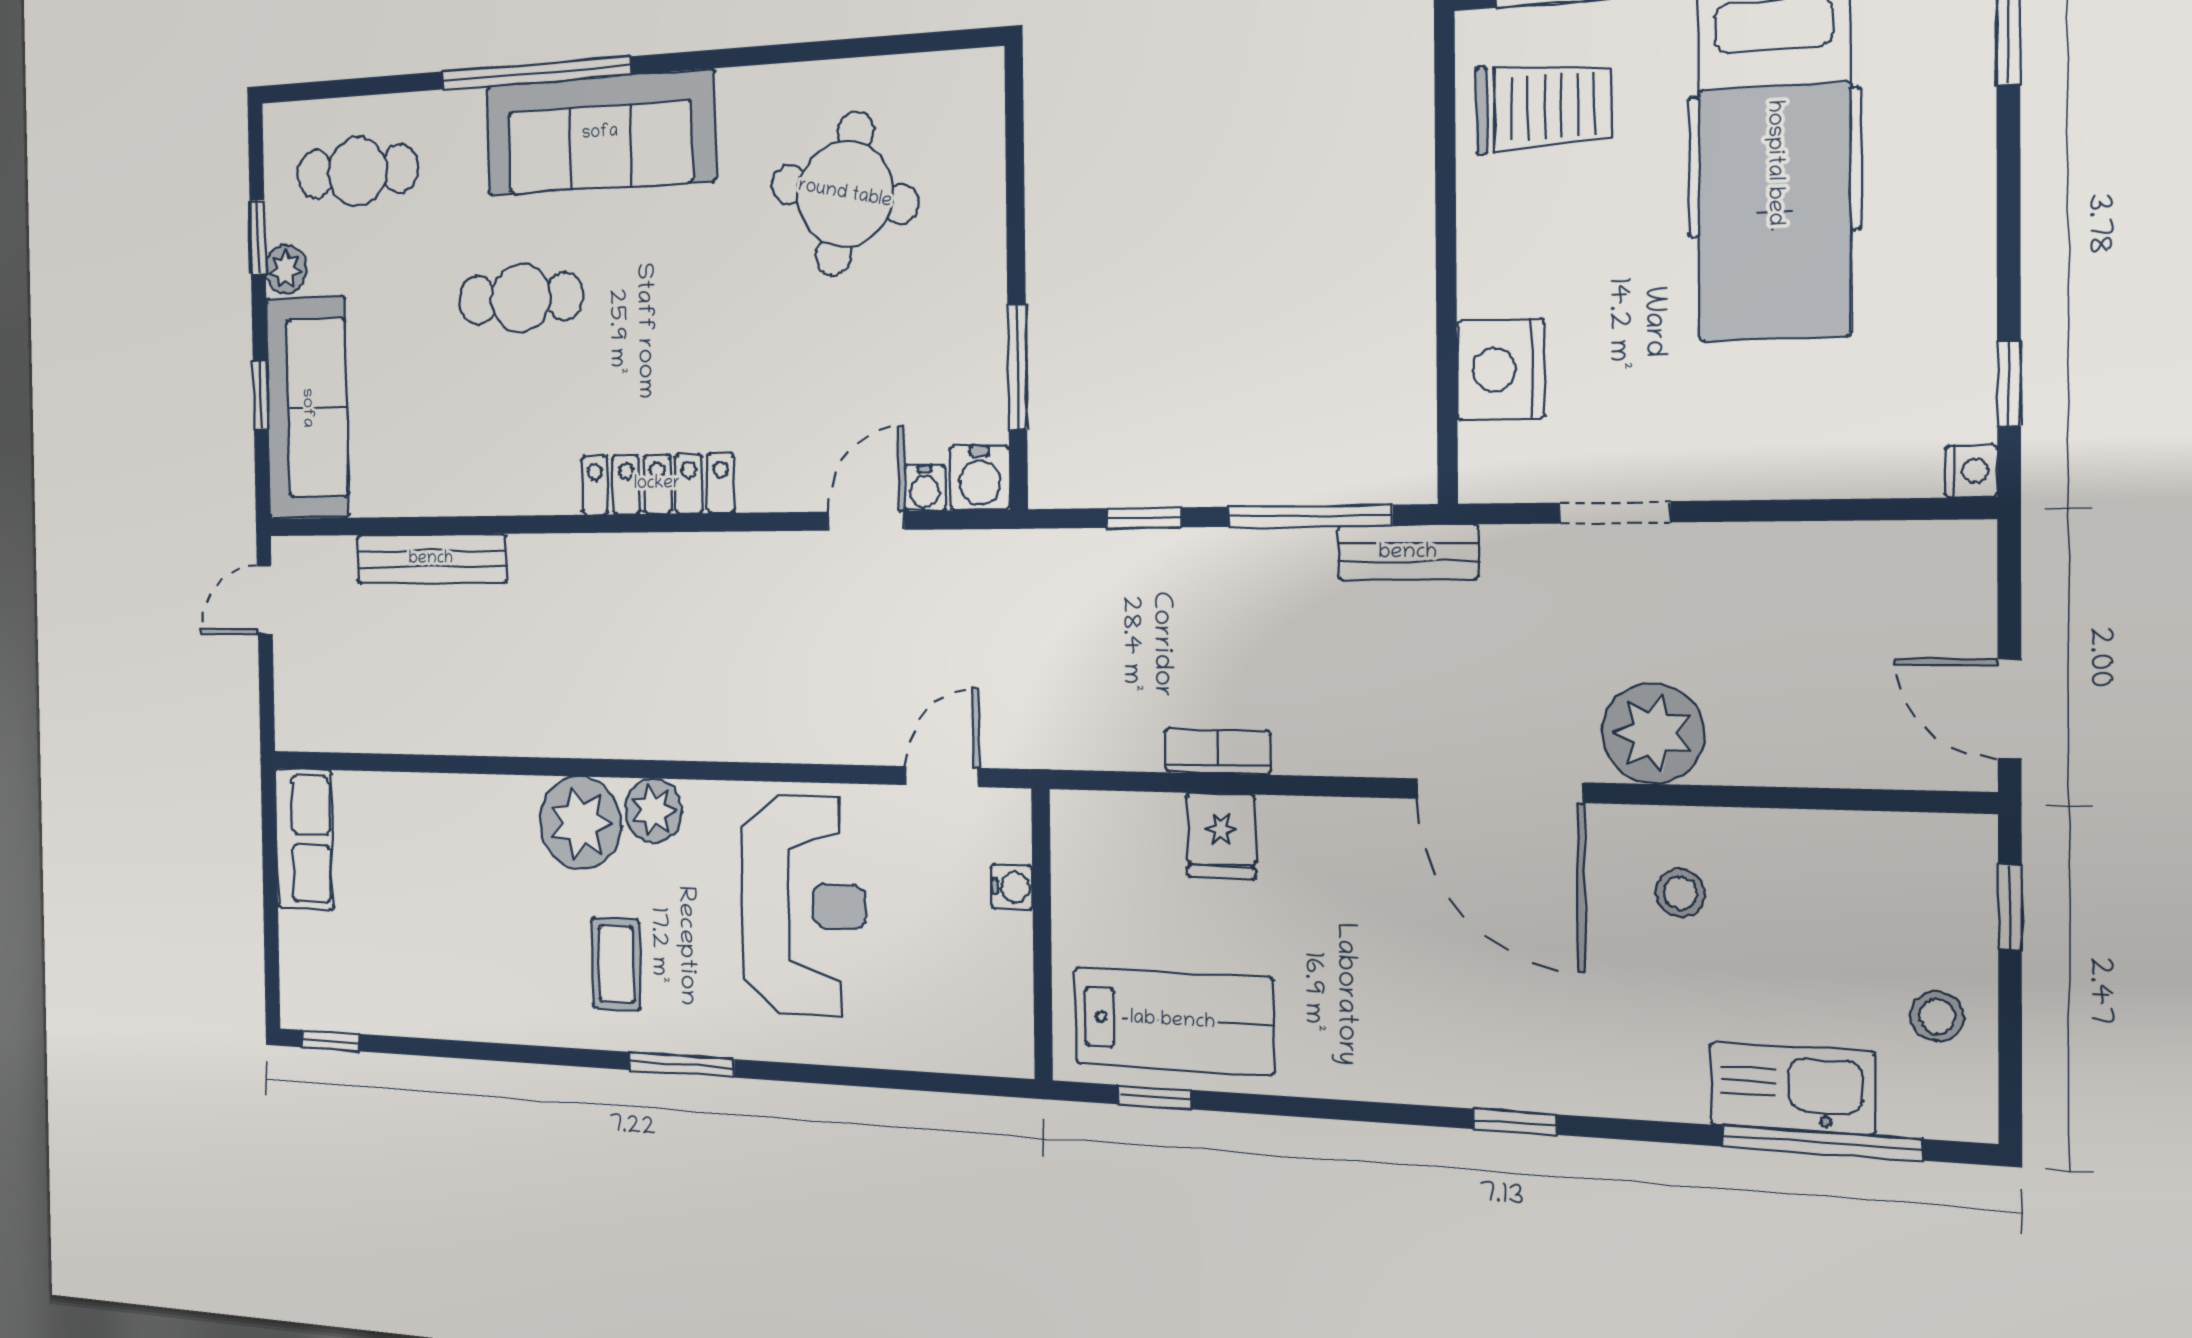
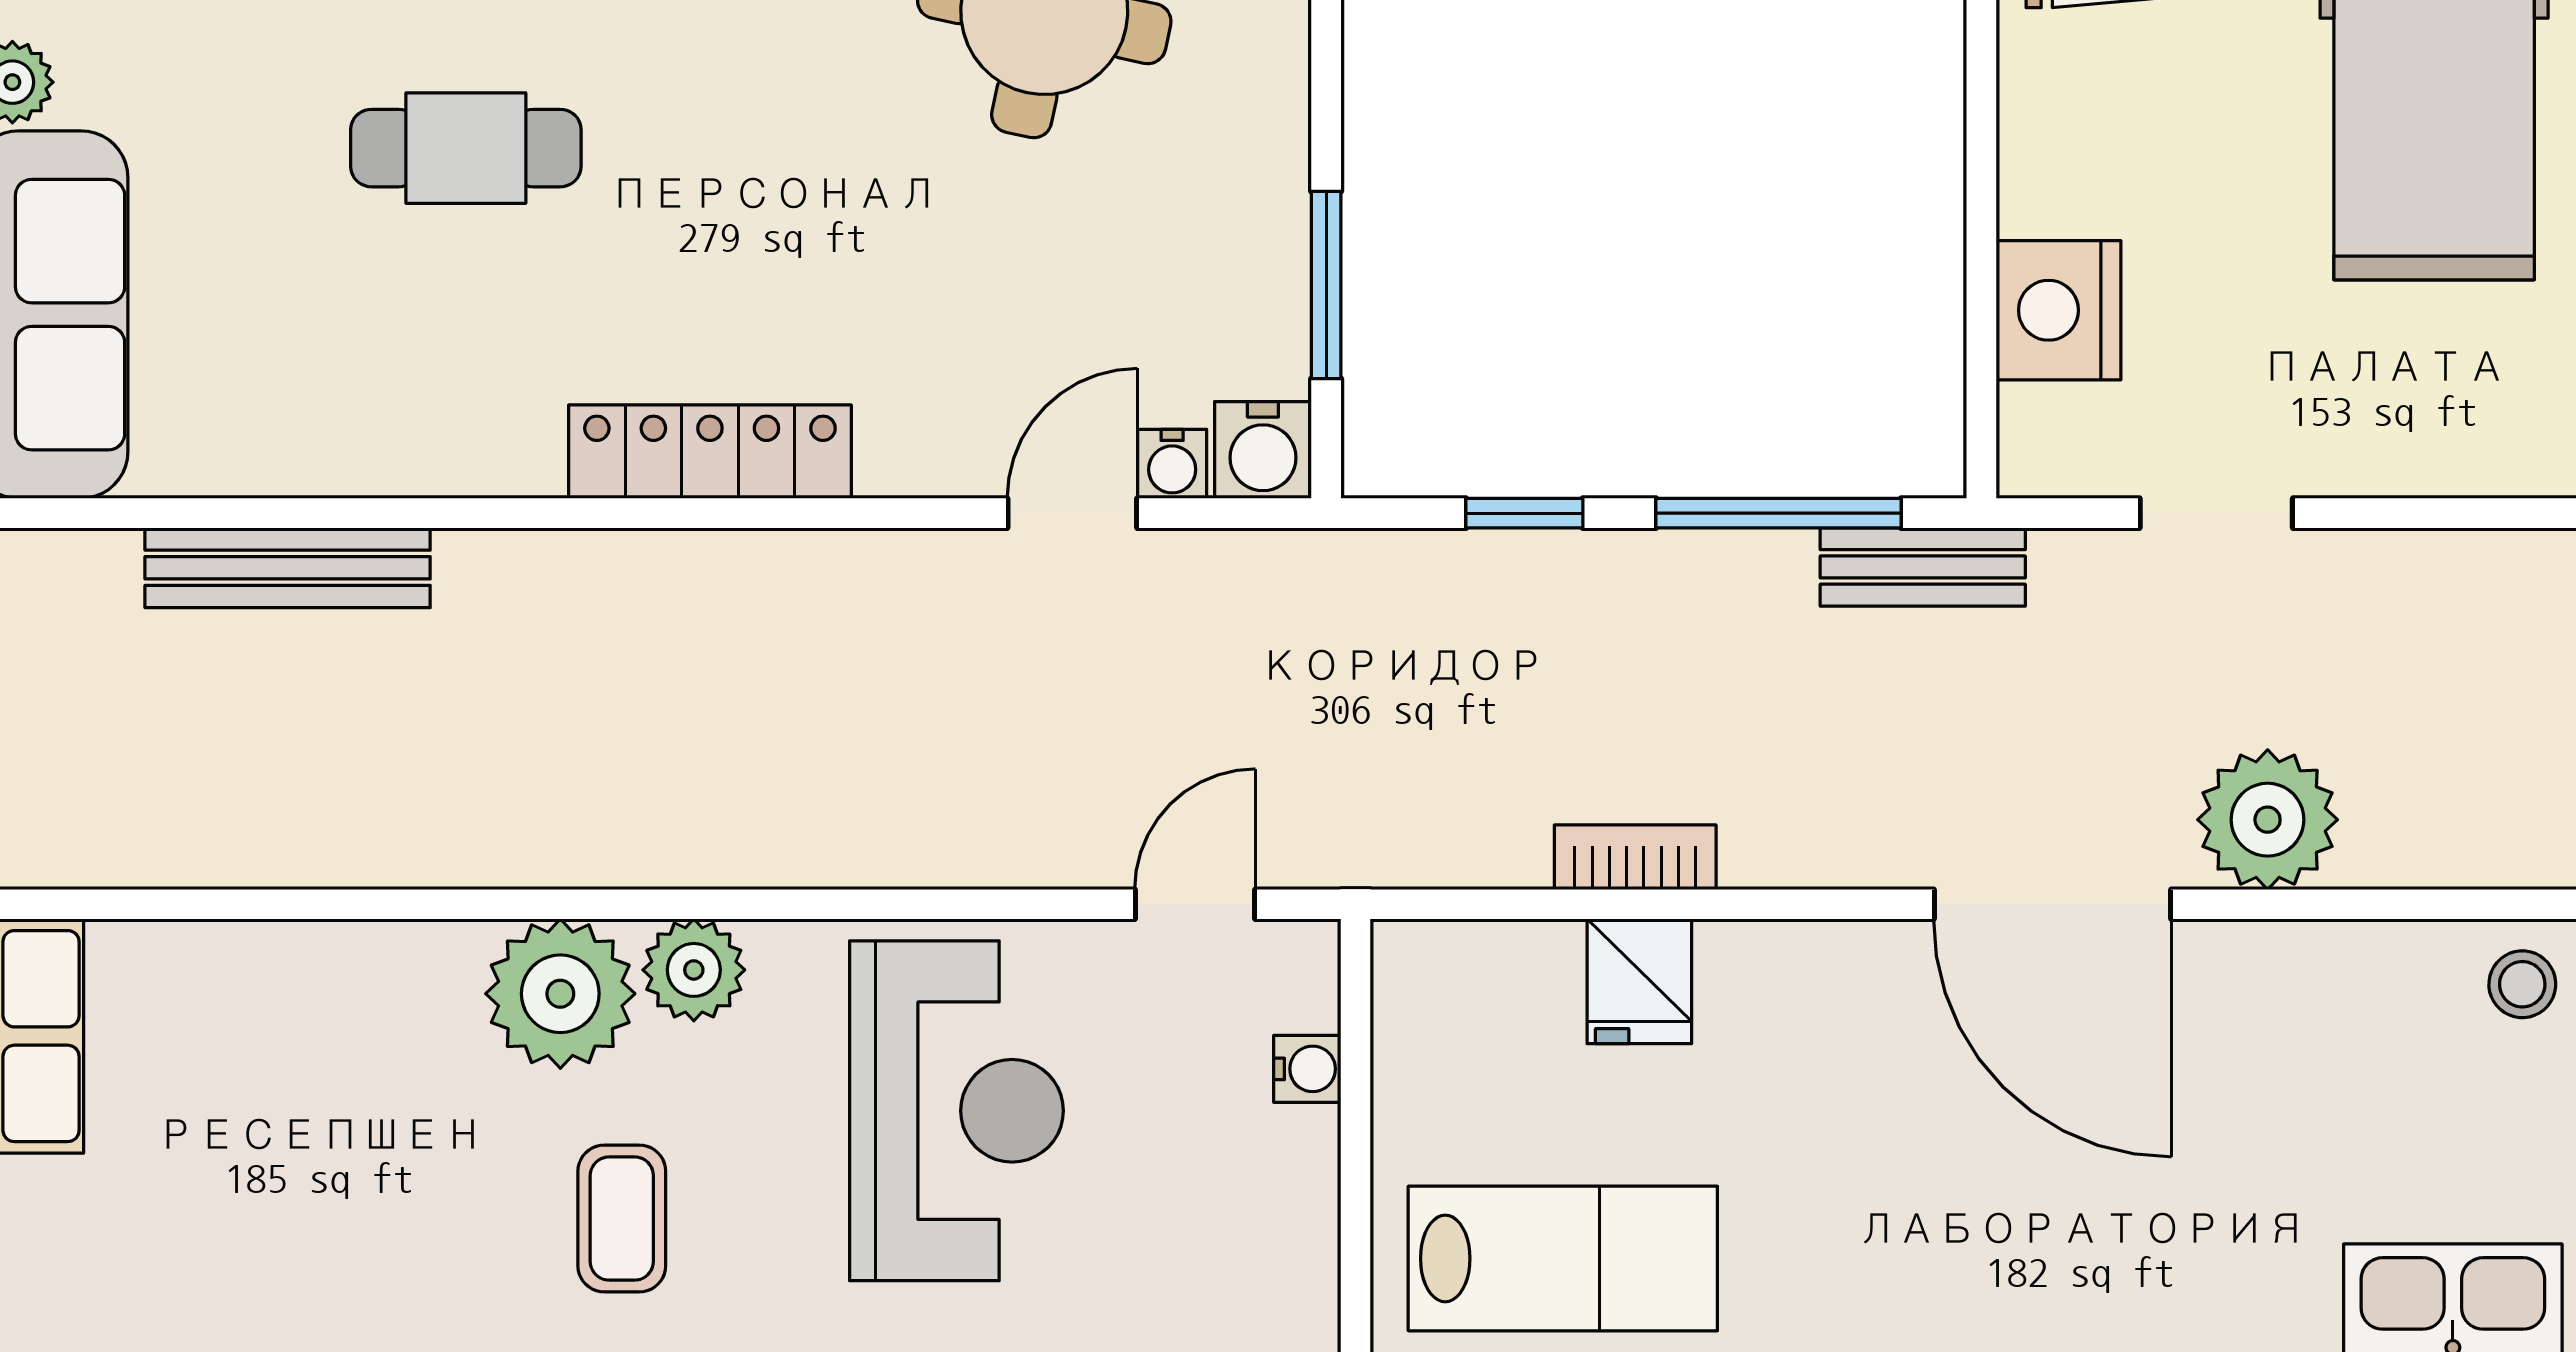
stool: (1680, 893) -> (2522, 984), moved

